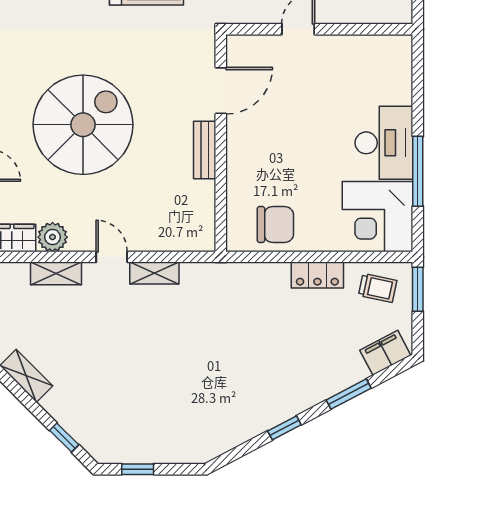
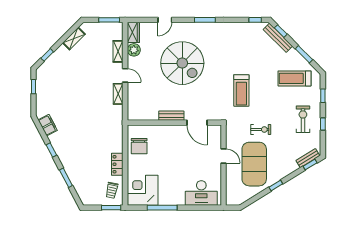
desk: (384, 143) -> (201, 193), moved
door: (112, 257) -> (125, 75), hinge flipped
filing cabinet: (385, 353) -> (48, 125), moved

